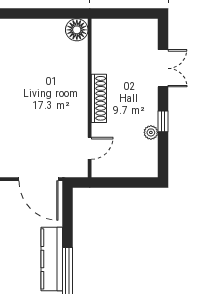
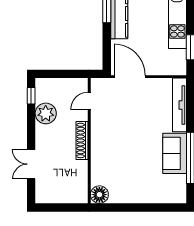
window: (163, 121) -> (31, 96), moved
plant: (151, 132) -> (46, 113), width x1.87, depth x1.87

